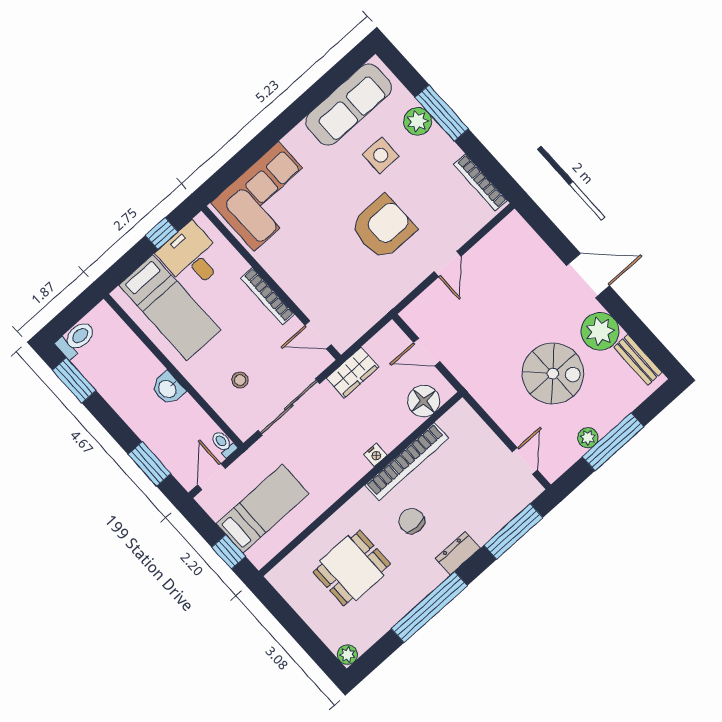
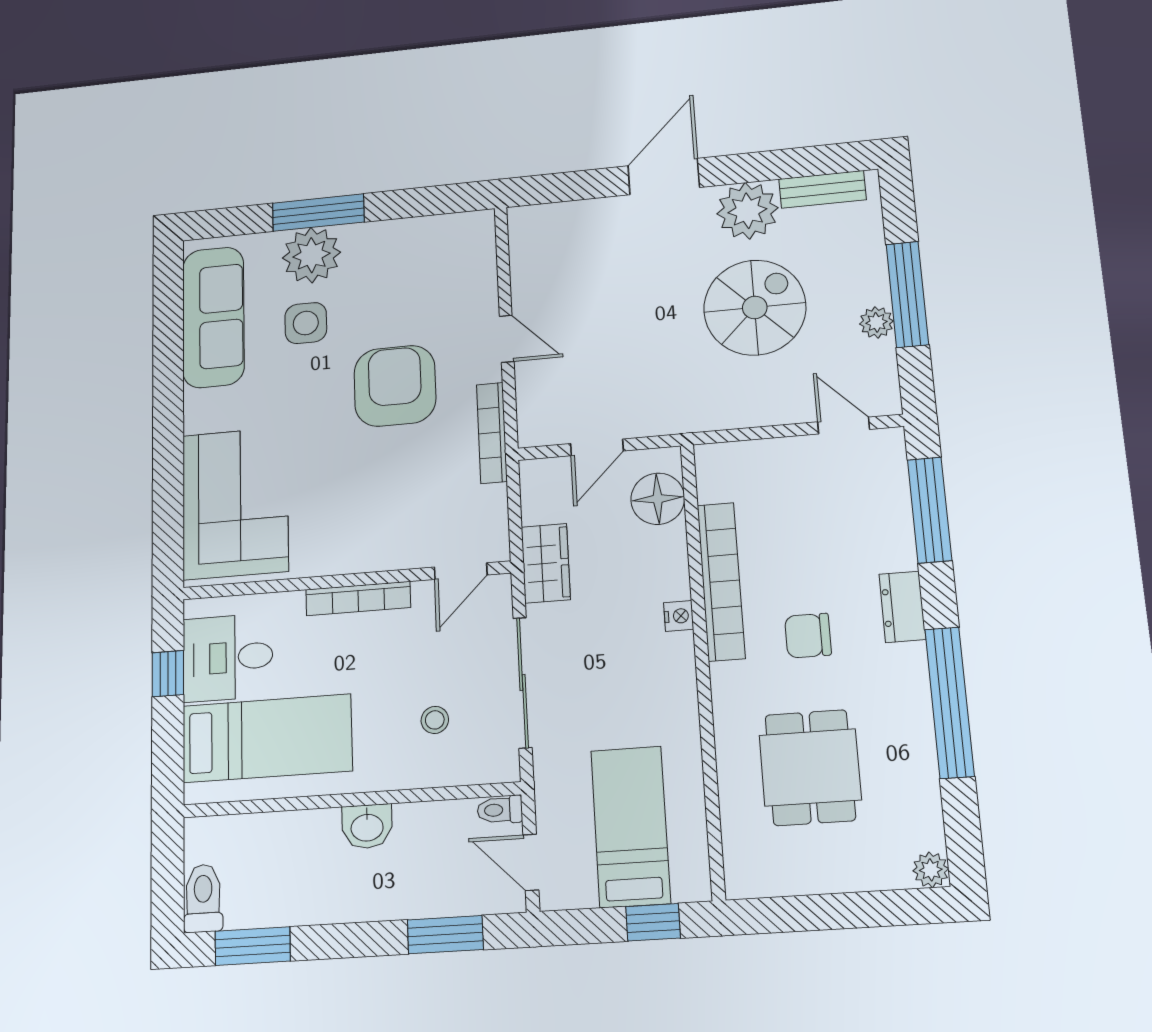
plant: (418, 121) -> (311, 255), width x1.36, depth x1.36
bookcase: (480, 182) -> (492, 433), moved, turned 90

